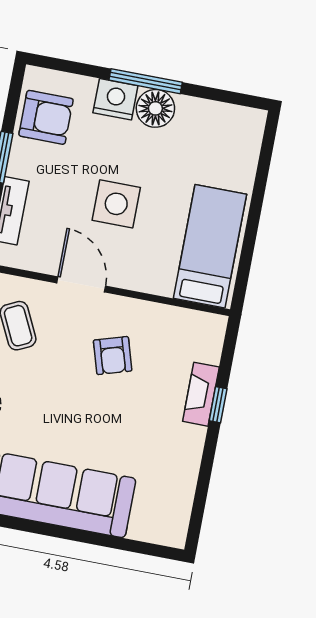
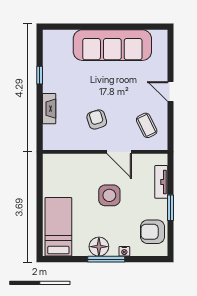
nightstand: (115, 99) -> (124, 251), width x0.53, depth x0.56
bed: (210, 246) -> (58, 227), moved, turned 180
window: (218, 405) -> (40, 75), moved

